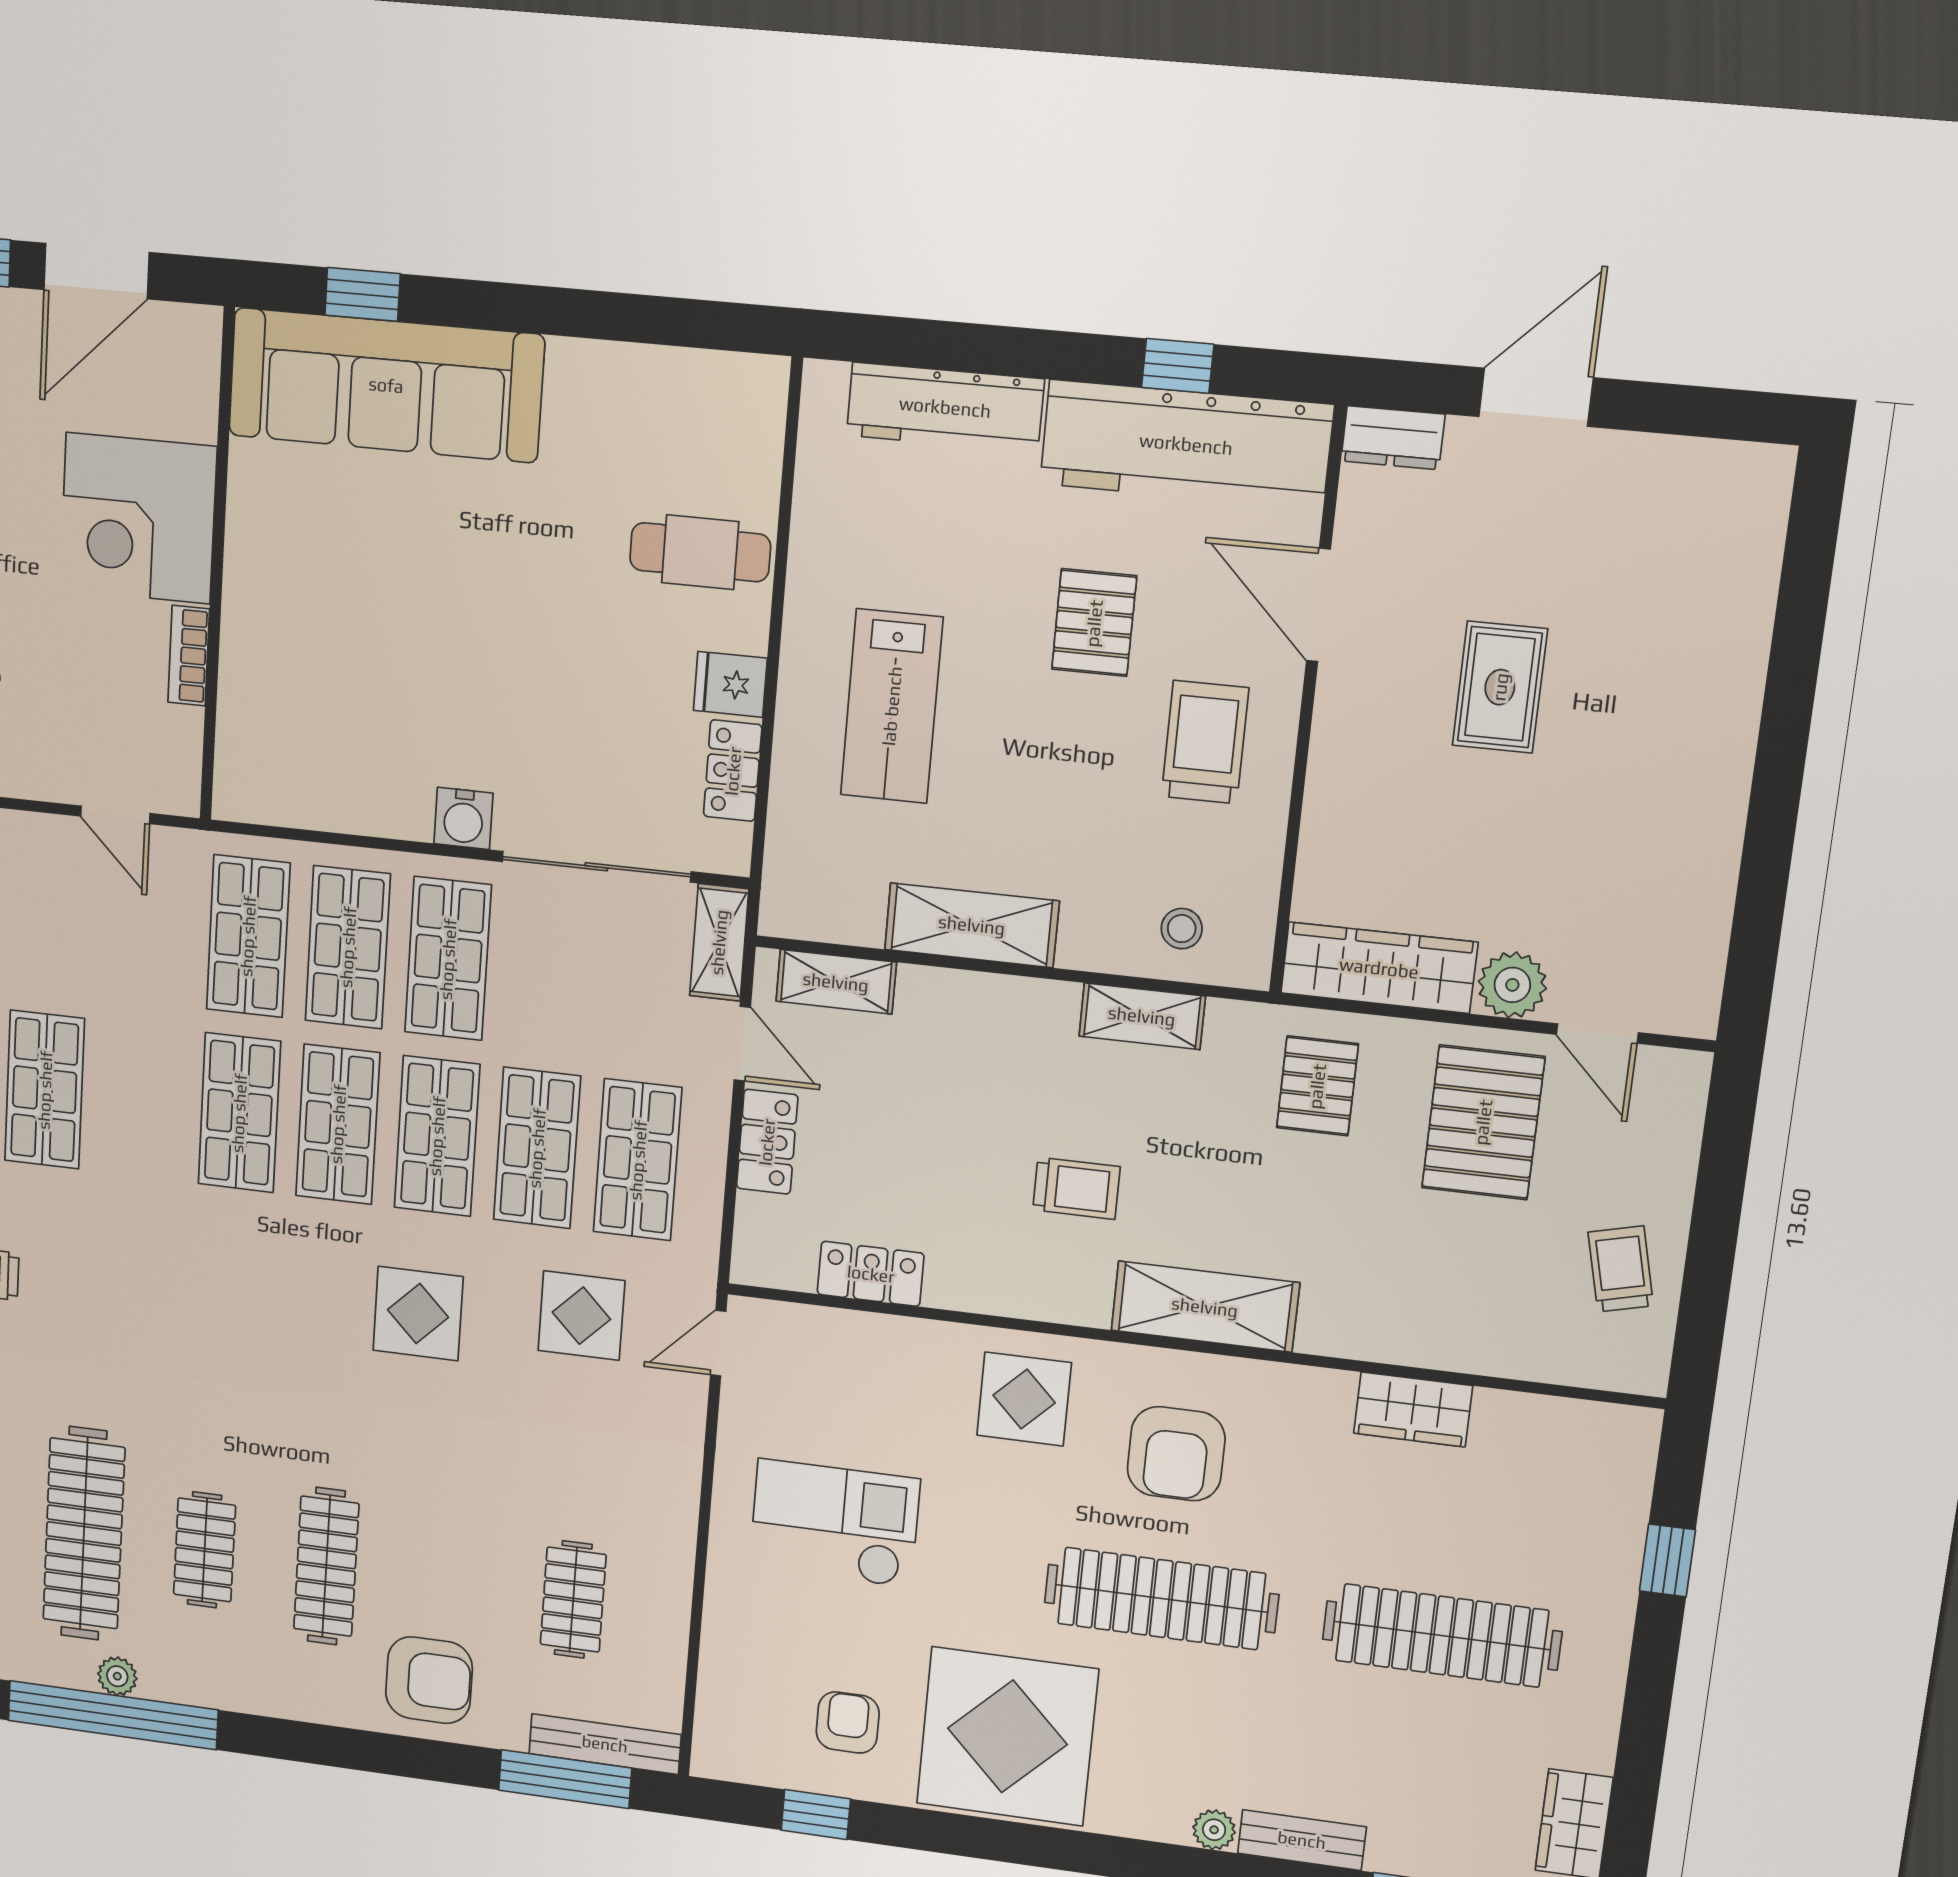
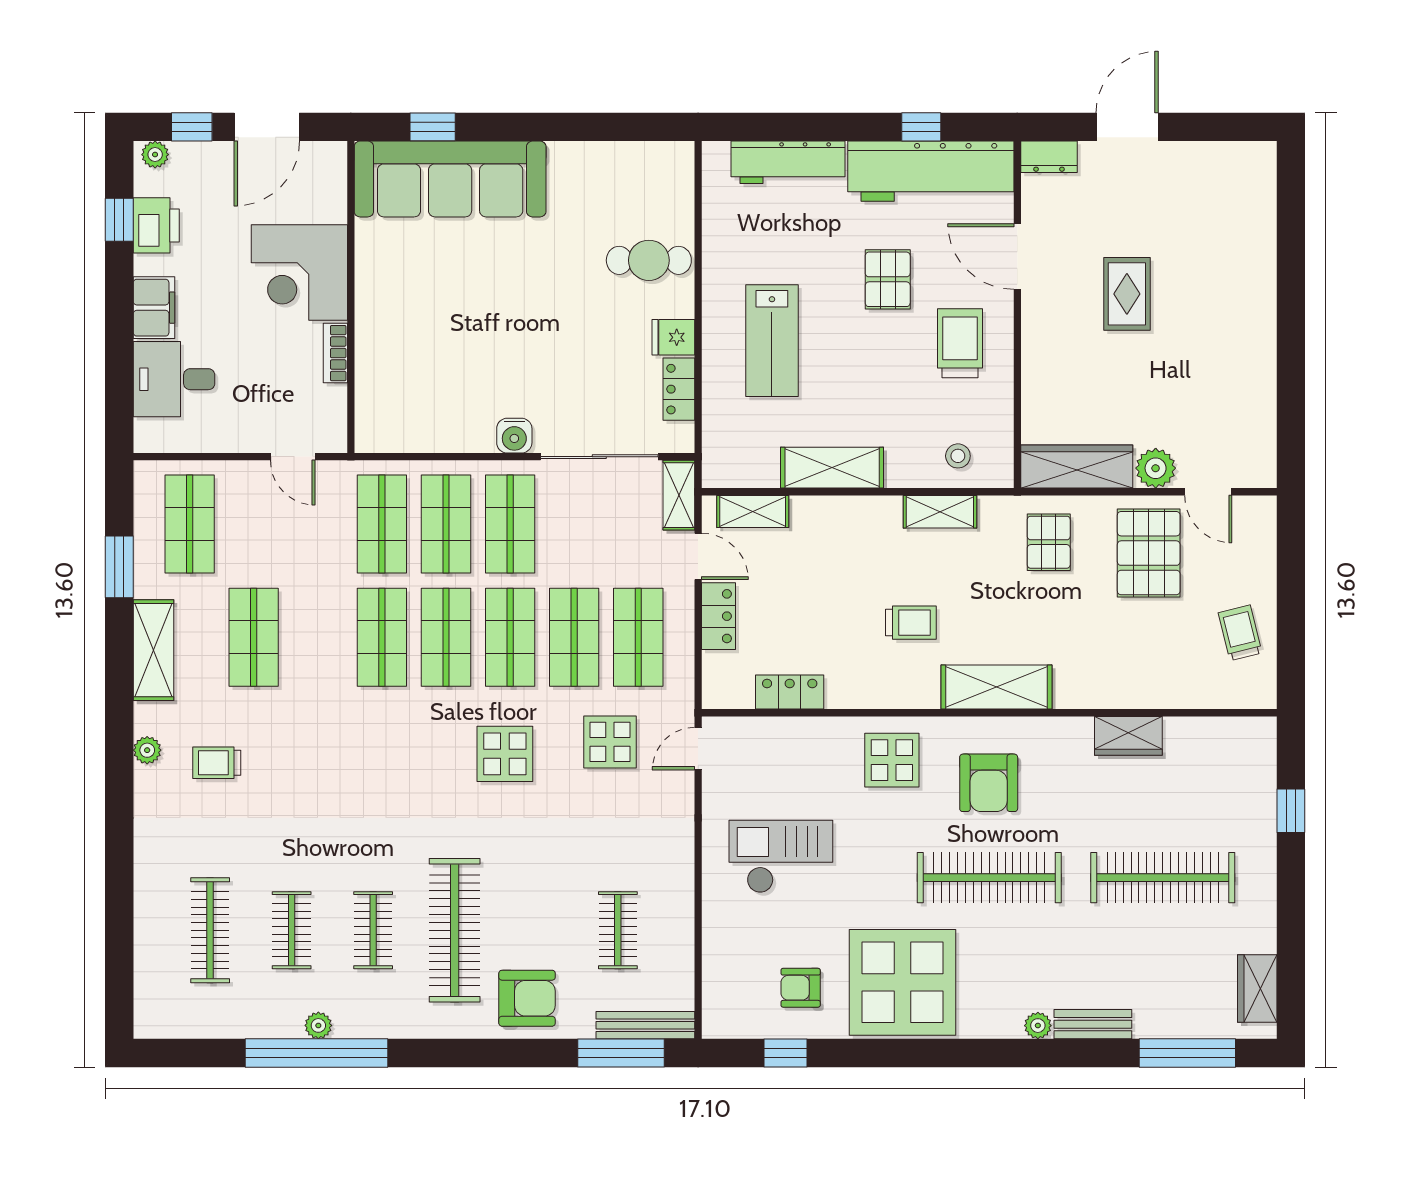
clothes rail: (84, 1534) -> (292, 930), width x0.54, depth x0.76
clothes rail: (326, 1566) -> (455, 930), width x1.37, depth x1.31
armchair: (848, 1722) -> (801, 988), turned -90

